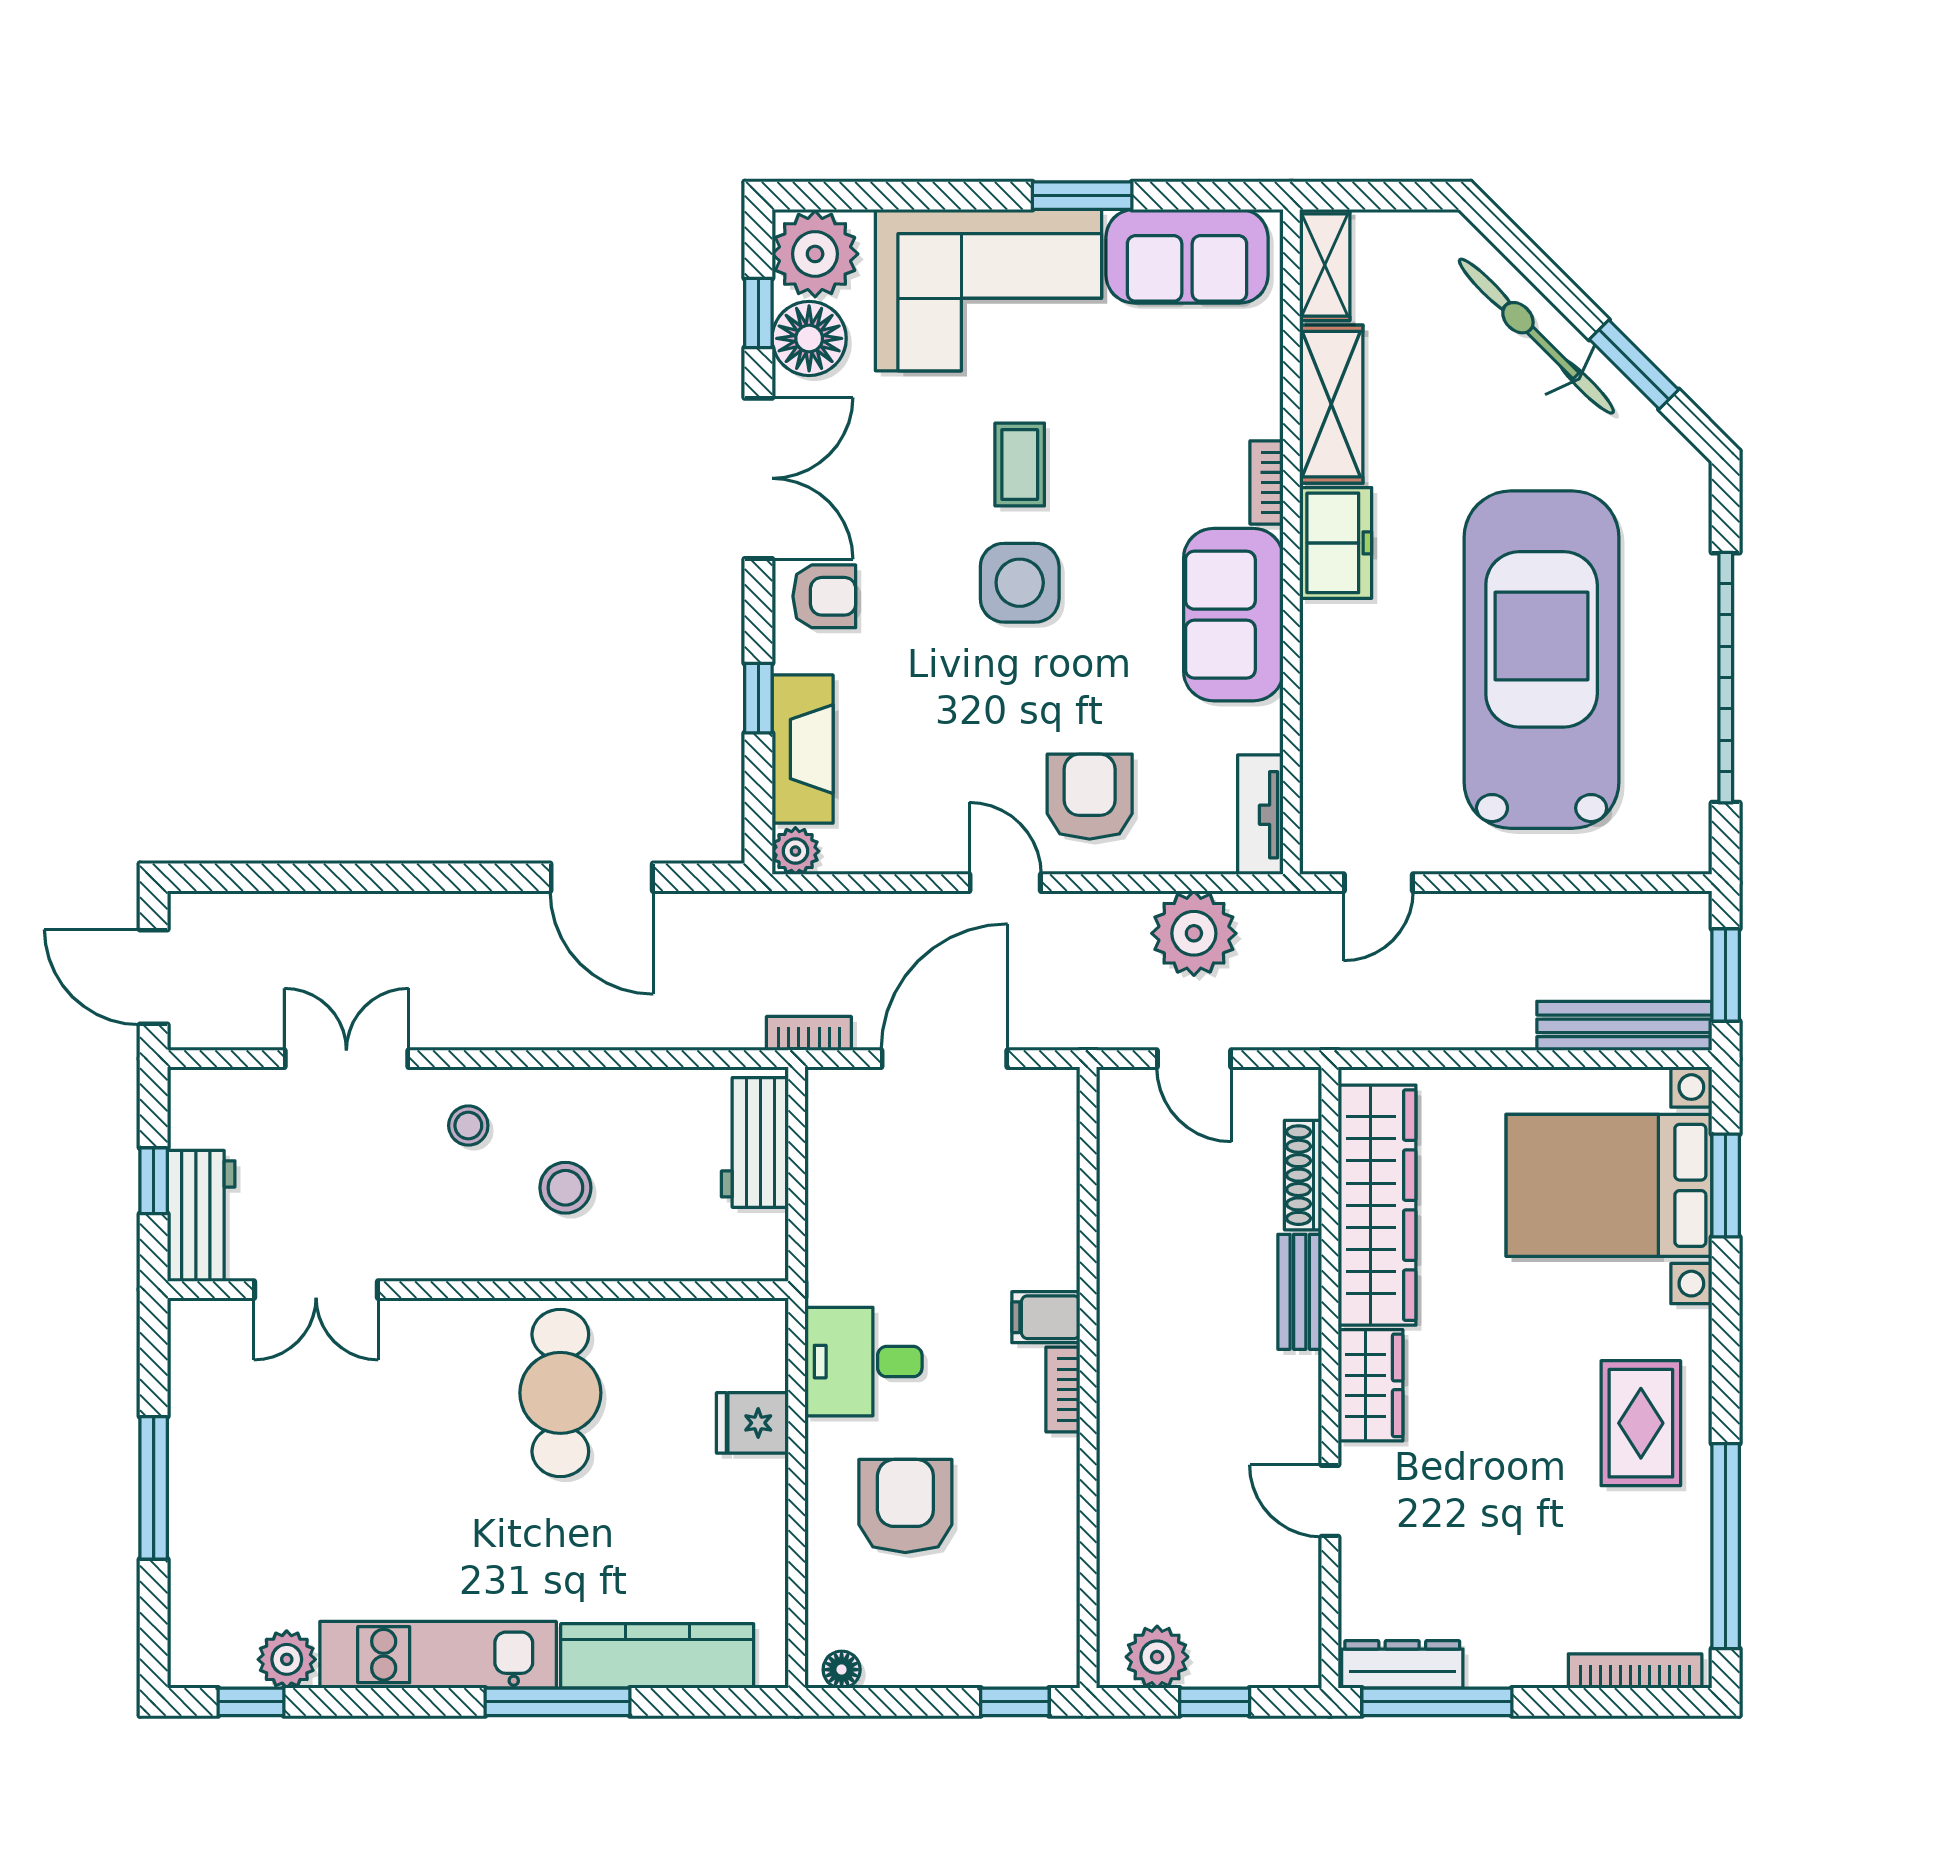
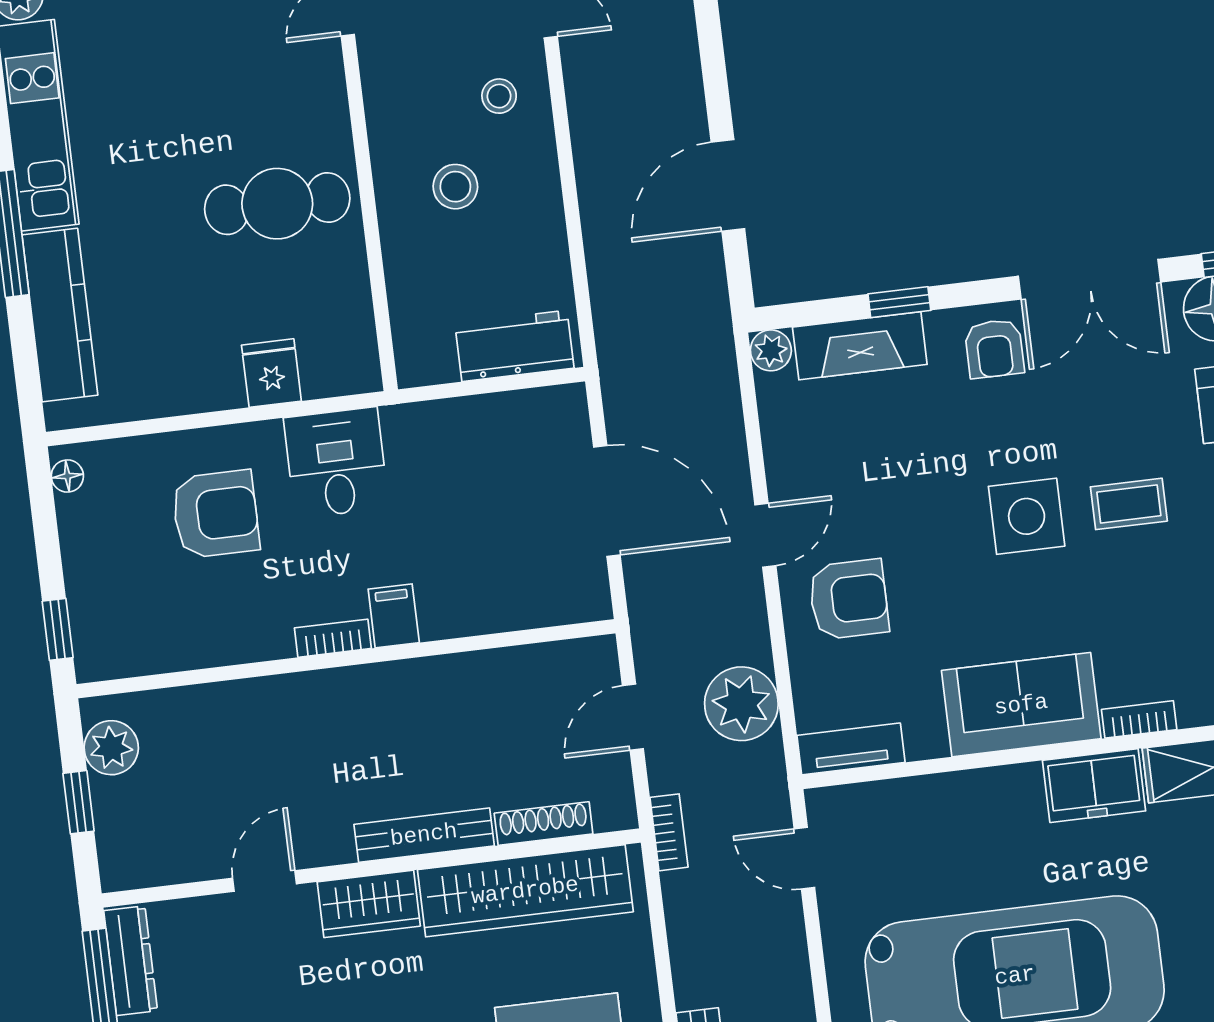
bookcase: (809, 1033) -> (669, 832), moved
bench: (1300, 1292) -> (424, 835), width x1.36

